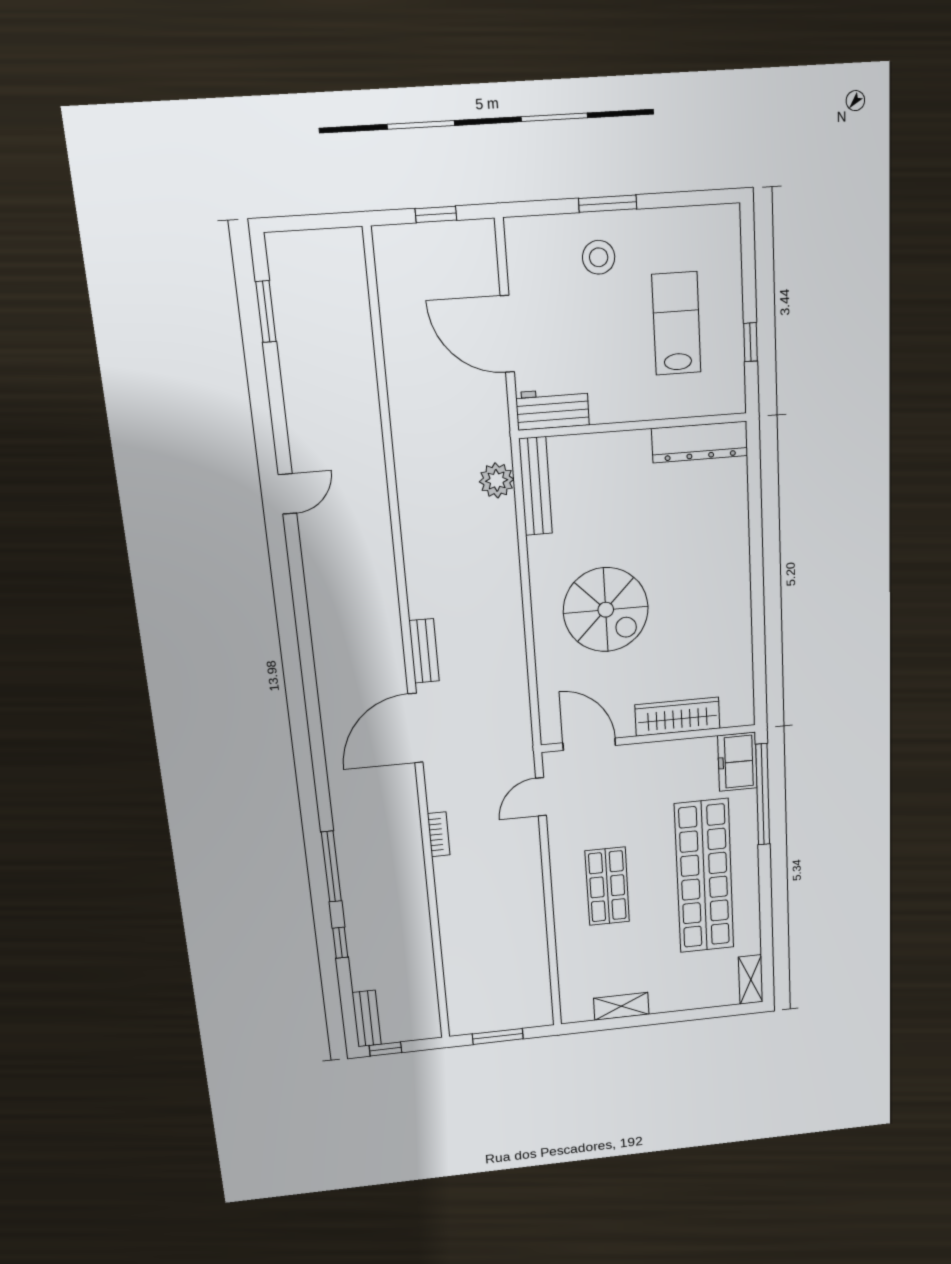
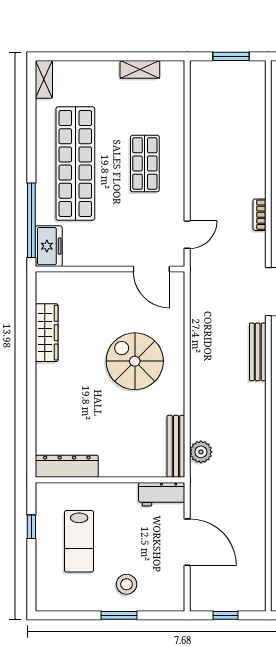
bench: (424, 651) -> (258, 352), width x1.36
wardrobe: (677, 717) -> (47, 333), moved, turned -90

